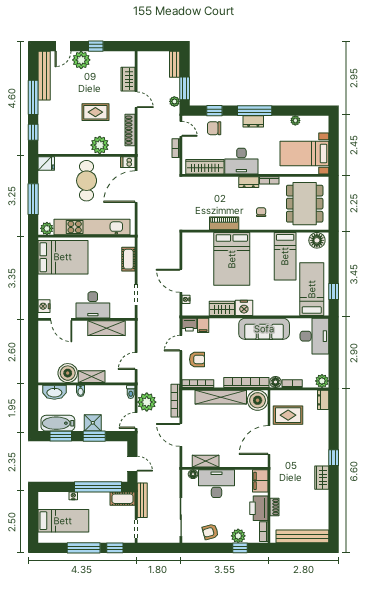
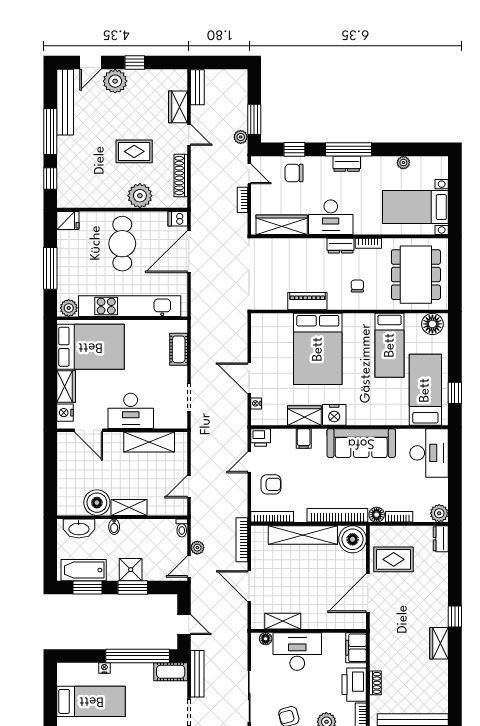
bench: (175, 64) -> (197, 87), moved
wardrobe: (45, 287) -> (66, 387), added
filing cabinet: (203, 325) -> (304, 438), moved
plant: (147, 402) -> (197, 548), width x0.53, depth x0.53

